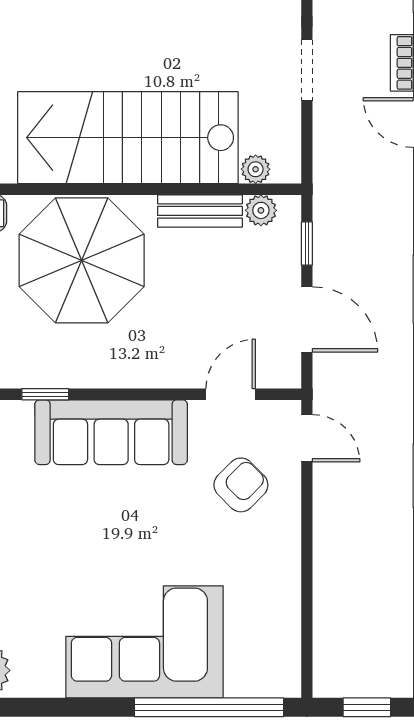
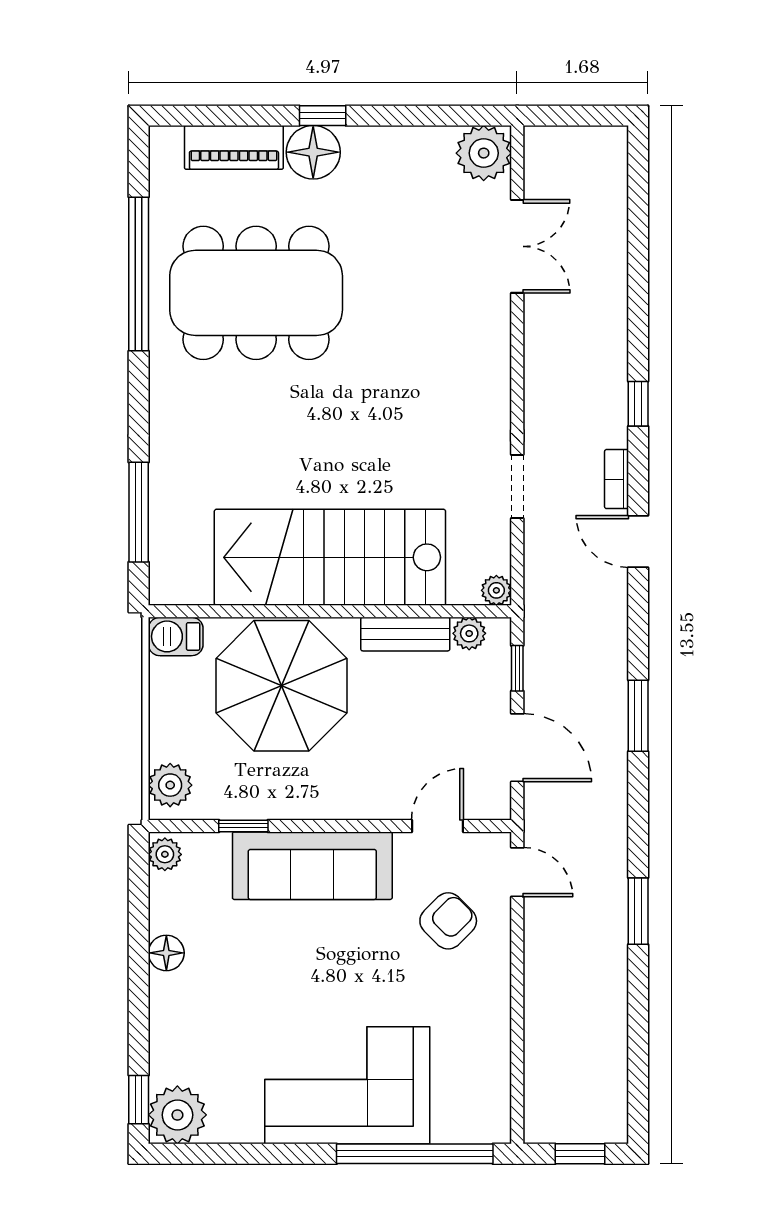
plant: (256, 169) -> (496, 590), moved

